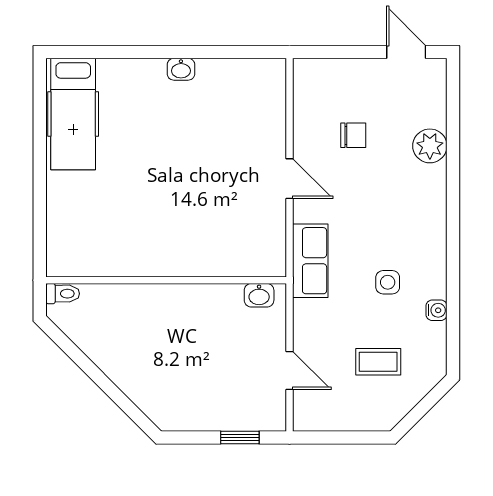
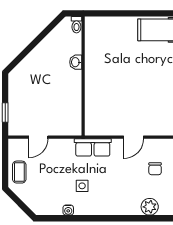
washbasin: (259, 295) -> (76, 62), moved
coffee table: (378, 362) -> (19, 172), moved

